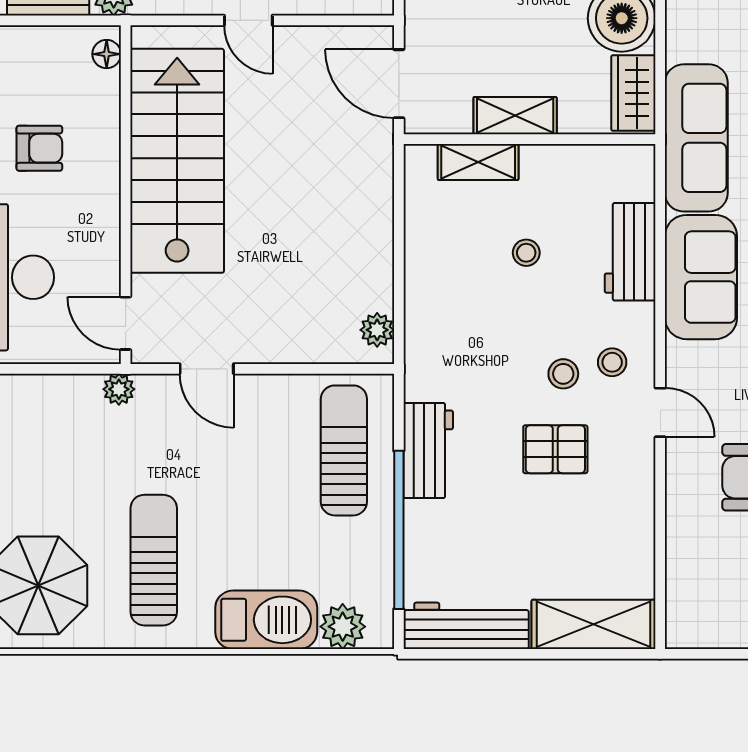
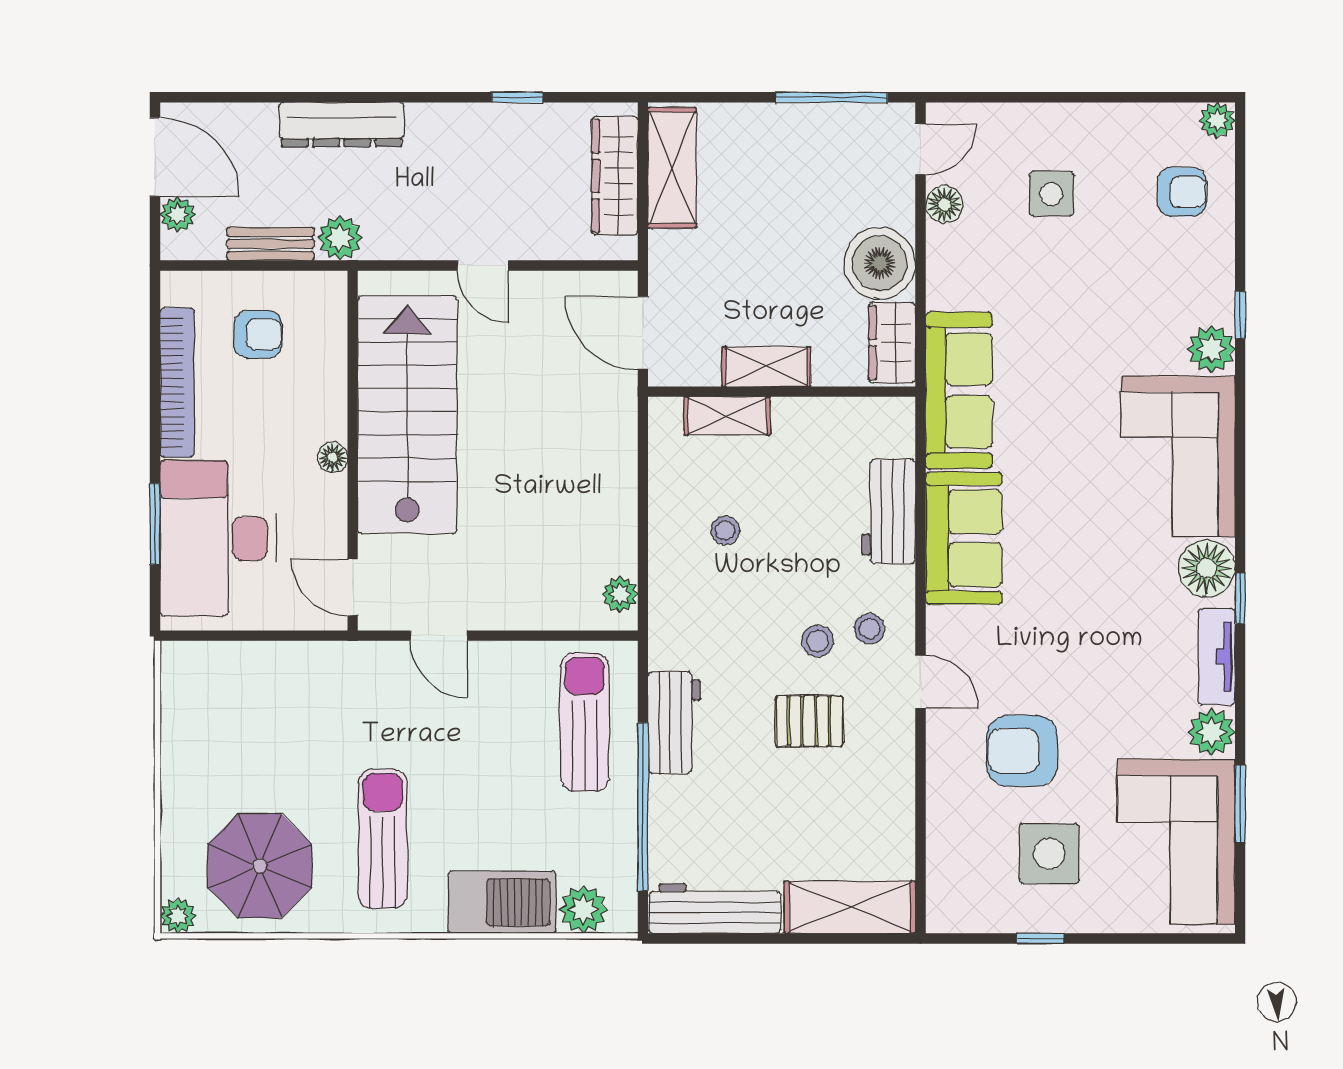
floor lamp: (107, 54) -> (333, 457), moved
armchair: (39, 148) -> (258, 334), moved
stool: (526, 253) -> (725, 530), moved
plant: (119, 389) -> (345, 657), removed

